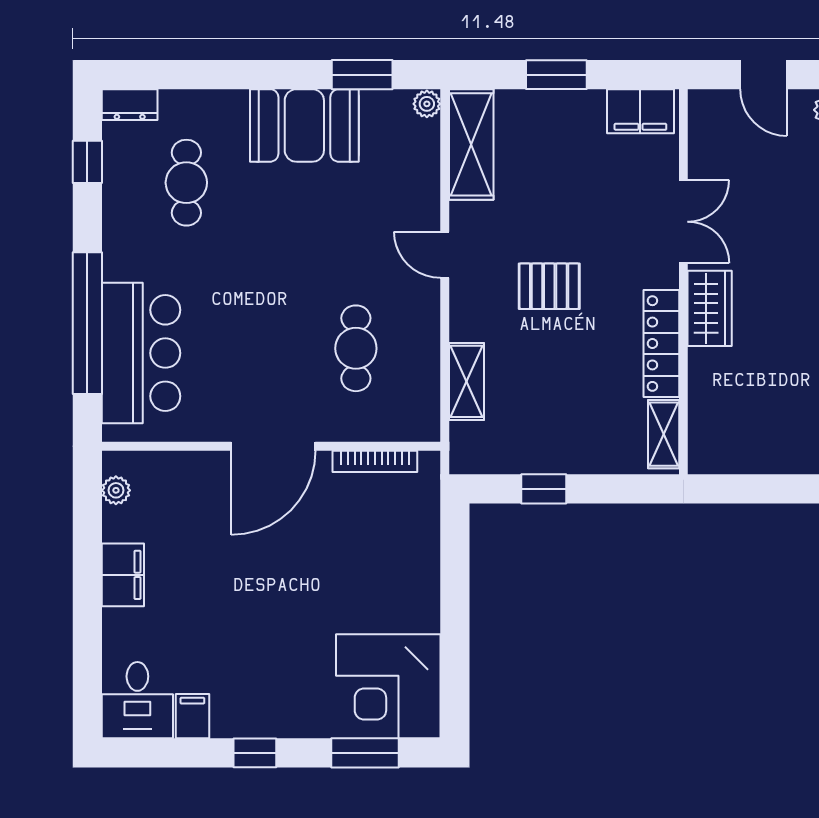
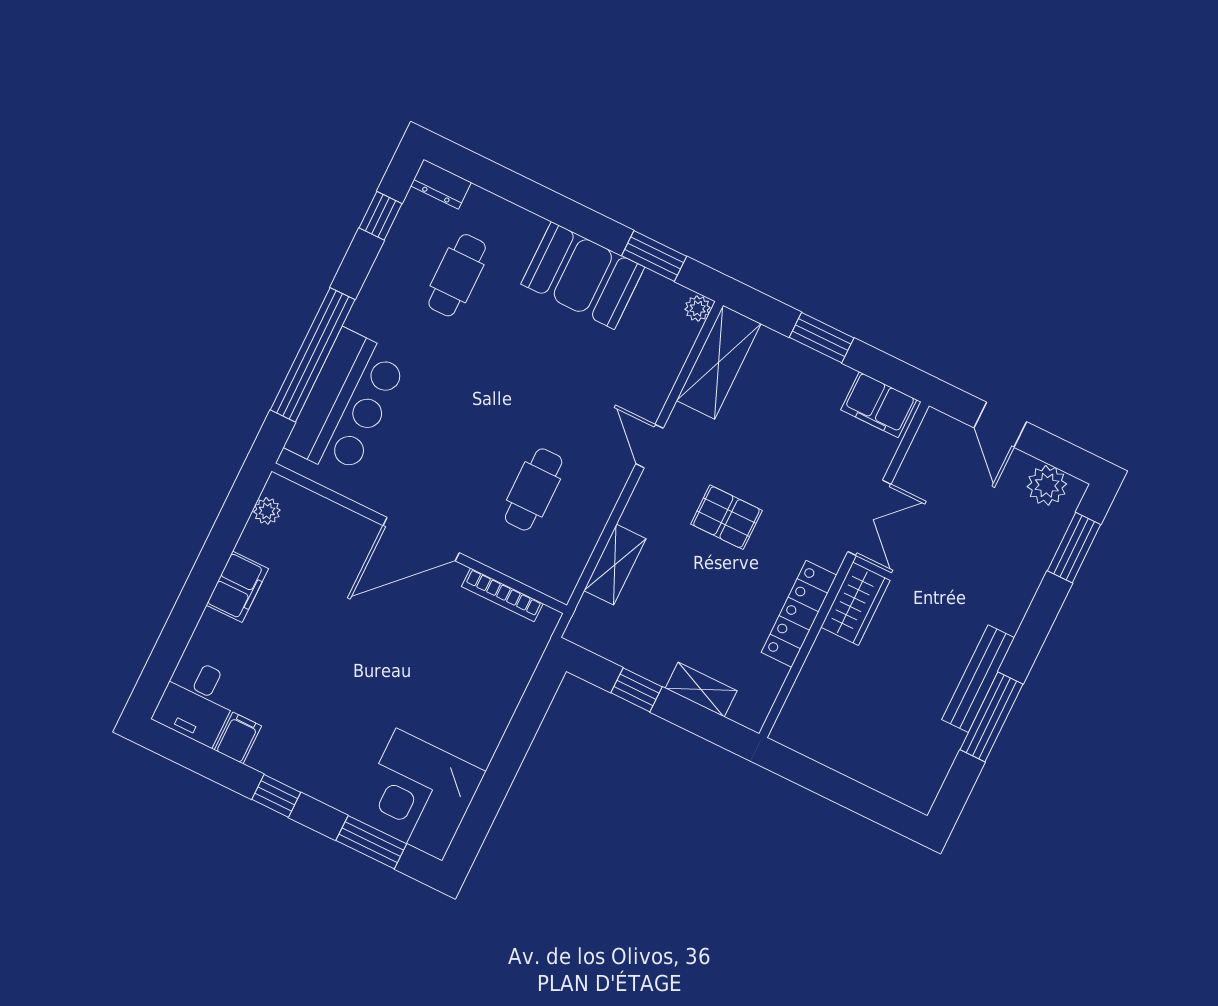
shelving: (664, 434) -> (701, 689), moved, turned 90

